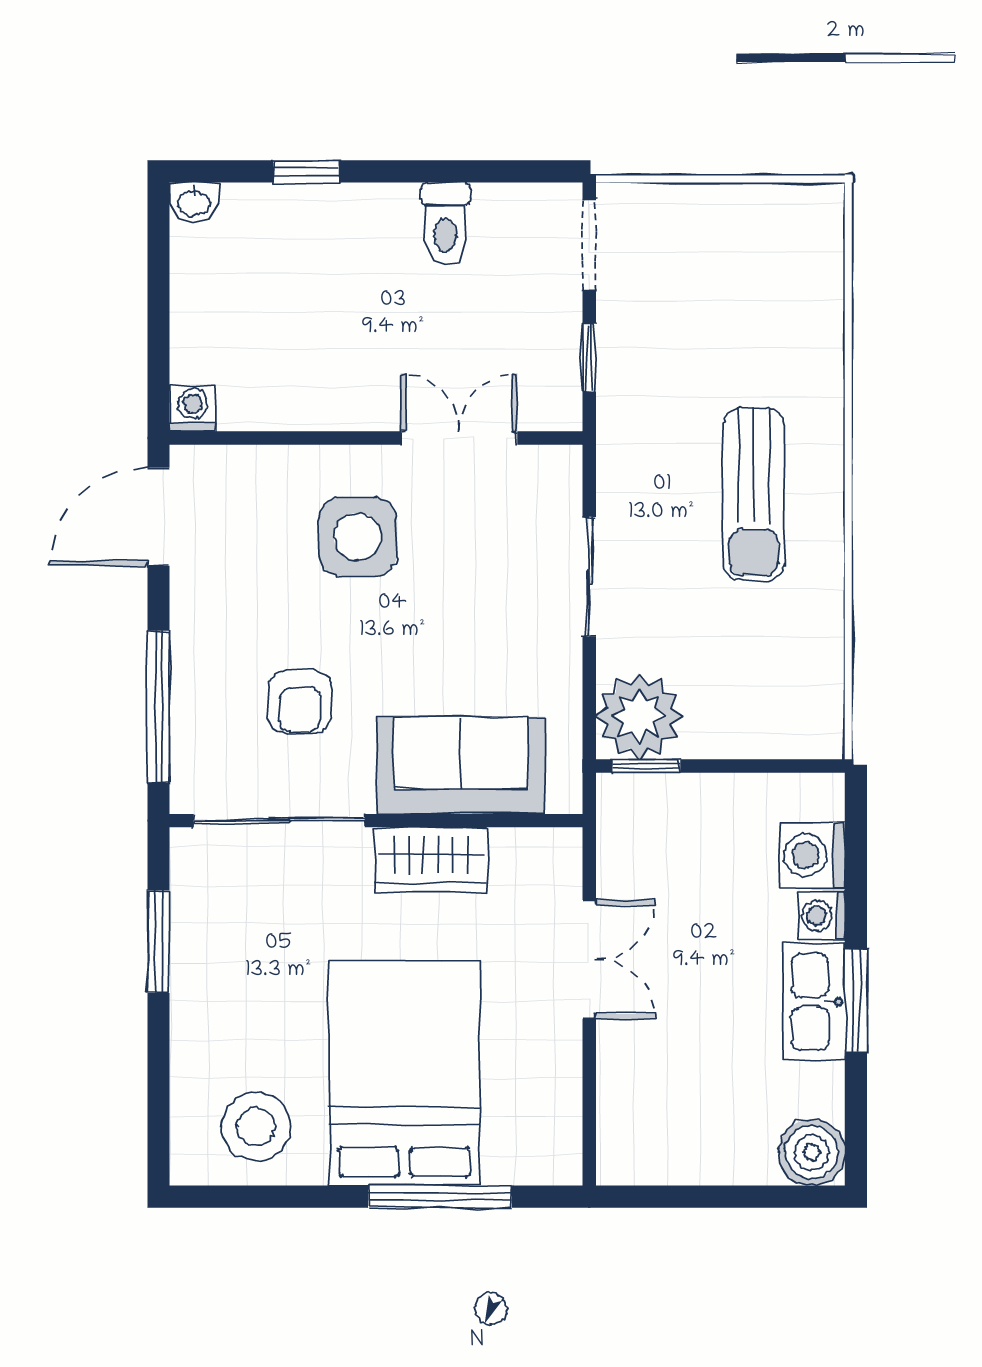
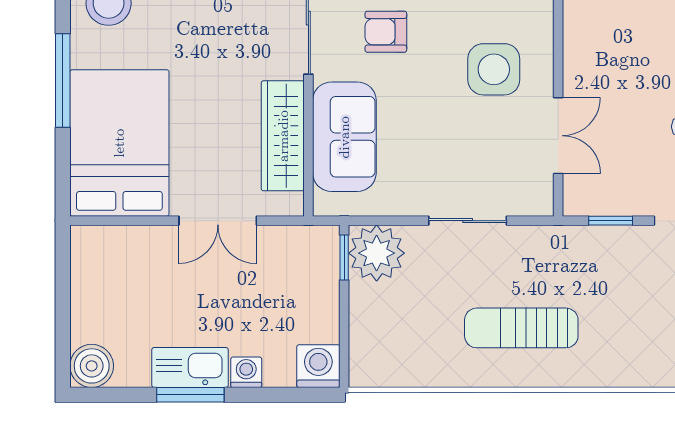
washing machine: (812, 855) -> (318, 366), moved
wardrobe: (431, 860) -> (283, 136), width x1.50
bed: (404, 1073) -> (119, 143), moved, turned -90
window: (440, 1197) -> (63, 81), moved

